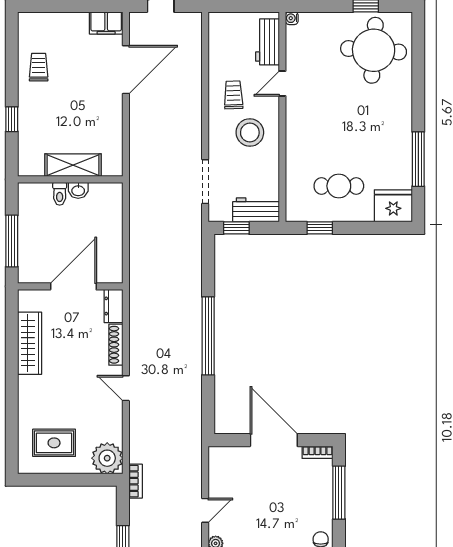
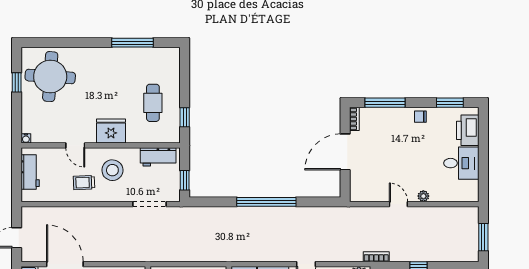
workbench: (268, 42) -> (30, 172), moved, turned -90
fridge: (393, 206) -> (111, 131), moved, turned 90
workbench: (256, 210) -> (158, 157), moved, turned -90

